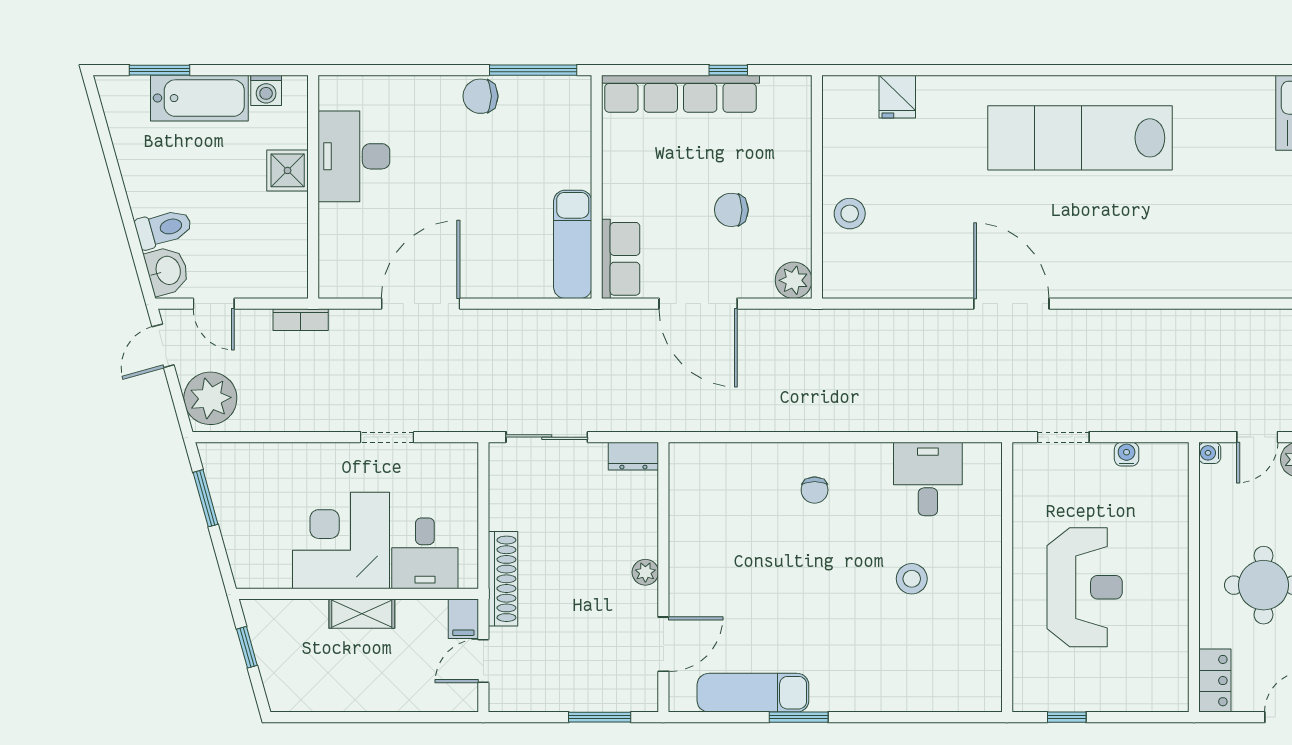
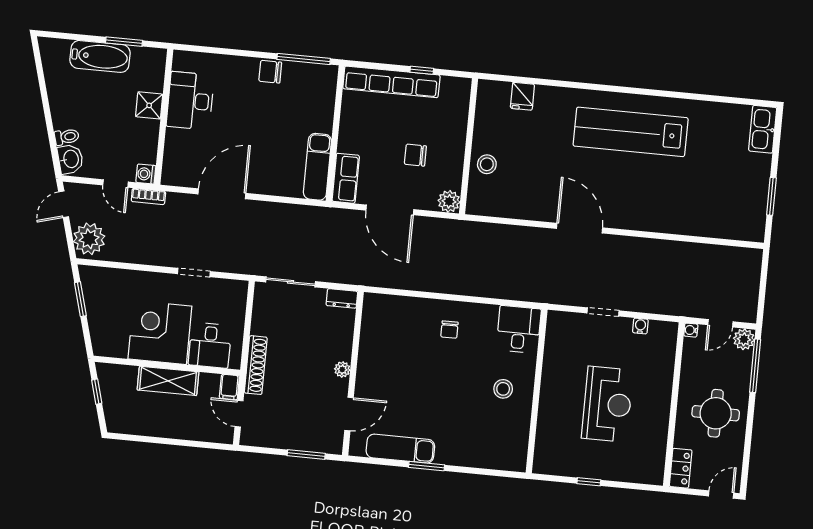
window: (160, 70) -> (124, 42), moved
washing machine: (266, 90) -> (146, 174), moved, turned 90
toilet: (164, 229) -> (67, 137), width x0.73, depth x0.72
door: (214, 304) -> (116, 183), moved
wall: (1007, 577) -> (537, 391), moved
shelving: (362, 614) -> (168, 381), width x1.50, depth x1.33
door: (483, 661) -> (239, 414), hinge flipped

